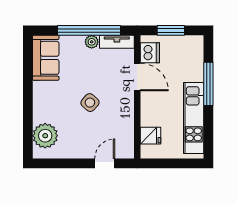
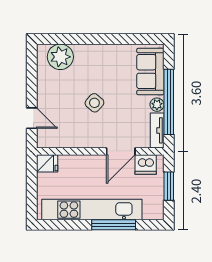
sofa: (46, 58) -> (150, 72), moved, turned 90
kitchen unit: (194, 118) -> (92, 210), width x1.36
fridge: (151, 136) -> (47, 163), moved, turned -90

